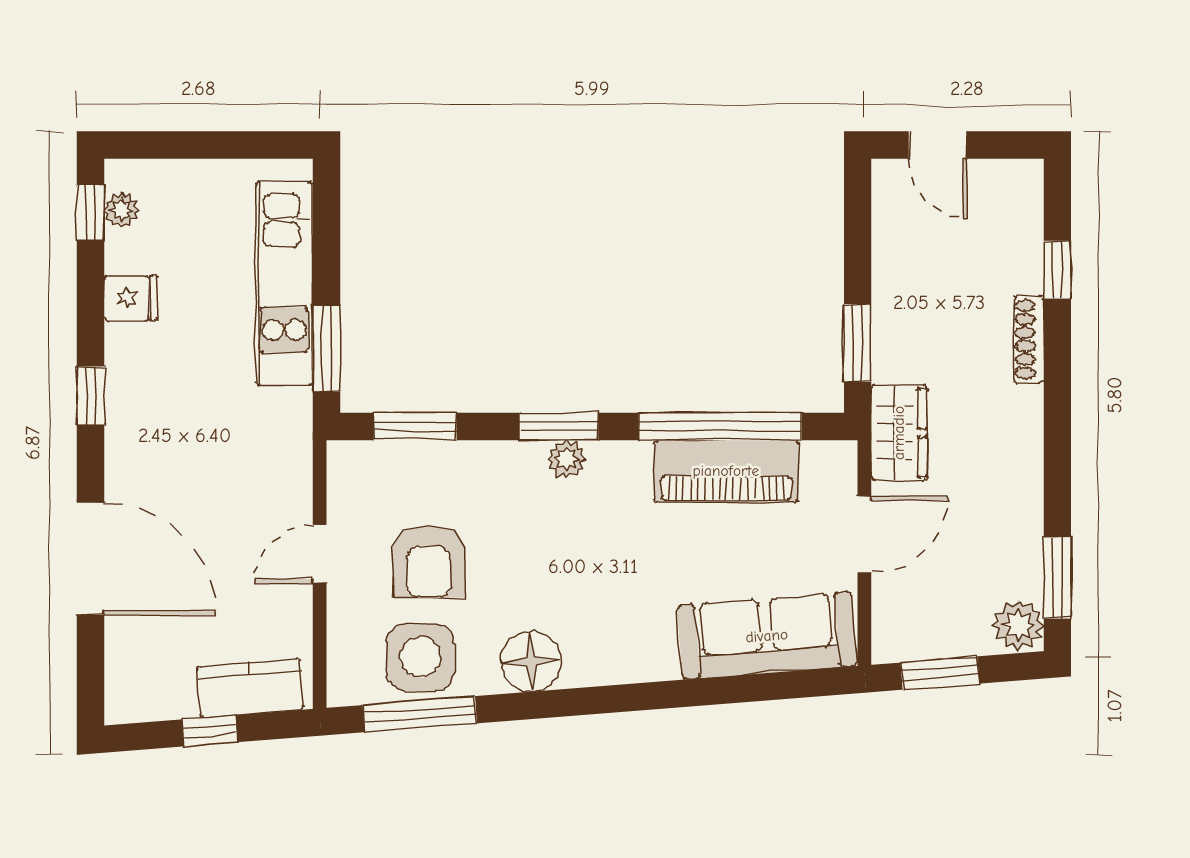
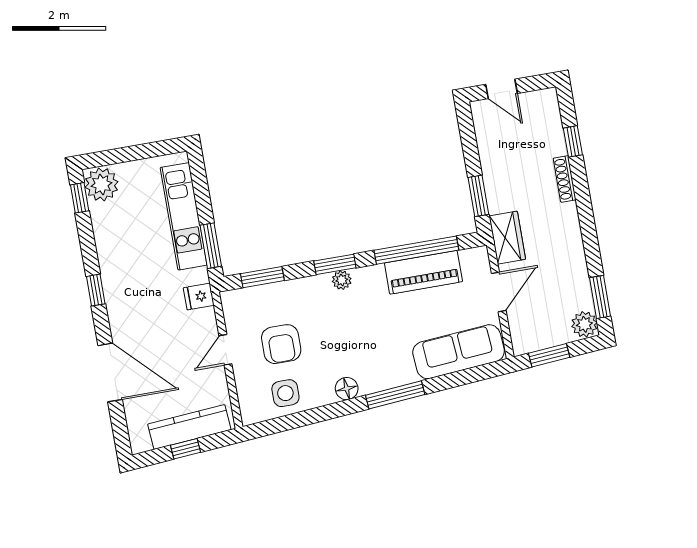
plant: (122, 210) -> (102, 184), width x1.88, depth x1.88
fridge: (131, 298) -> (199, 297), moved, turned 180
side table: (420, 657) -> (285, 393), width x0.73, depth x0.73
floor lamp: (531, 661) -> (347, 389), width x0.73, depth x0.73
kitchen counter: (250, 688) -> (189, 427), width x1.50
window: (420, 714) -> (395, 395), moved

